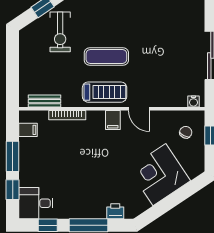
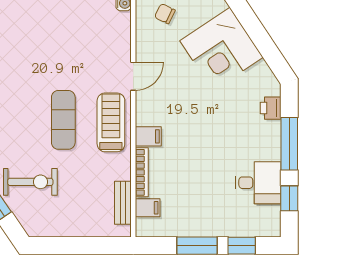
filing cabinet: (113, 120) -> (148, 136), moved
filing cabinet: (28, 130) -> (148, 208), moved, turned 90
desk: (36, 203) -> (258, 183), moved, turned -90

